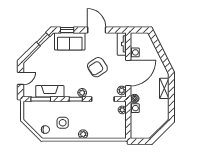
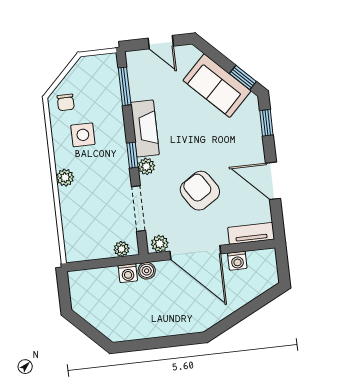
door: (97, 30) -> (273, 181), swing flipped
sofa: (70, 41) -> (217, 86), moved, turned -45
shelving: (164, 88) -> (173, 327), removed
fireplace: (50, 91) -> (145, 128), moved

